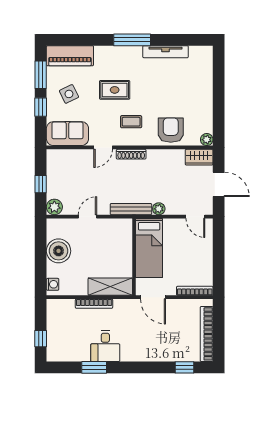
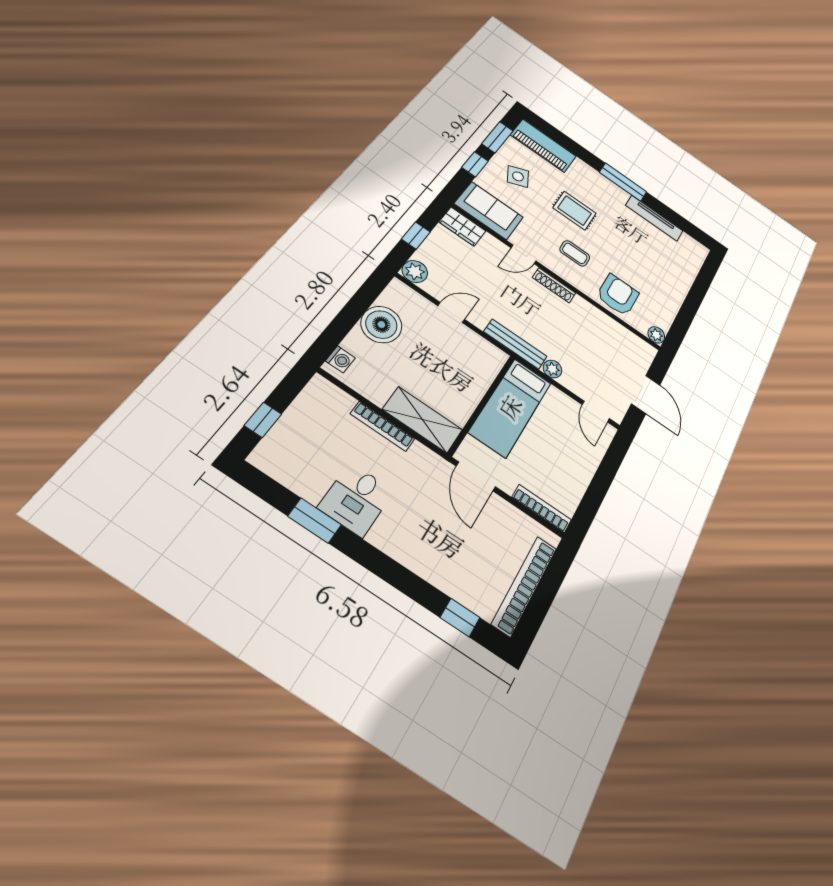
wardrobe: (199, 157) -> (462, 226), moved

